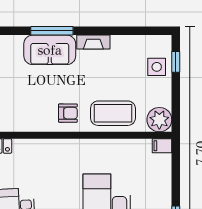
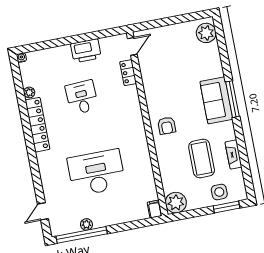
fireplace: (93, 42) -> (233, 155), moved
window: (176, 62) -> (226, 207), width x1.50
coffee table: (113, 113) -> (202, 158), moved

